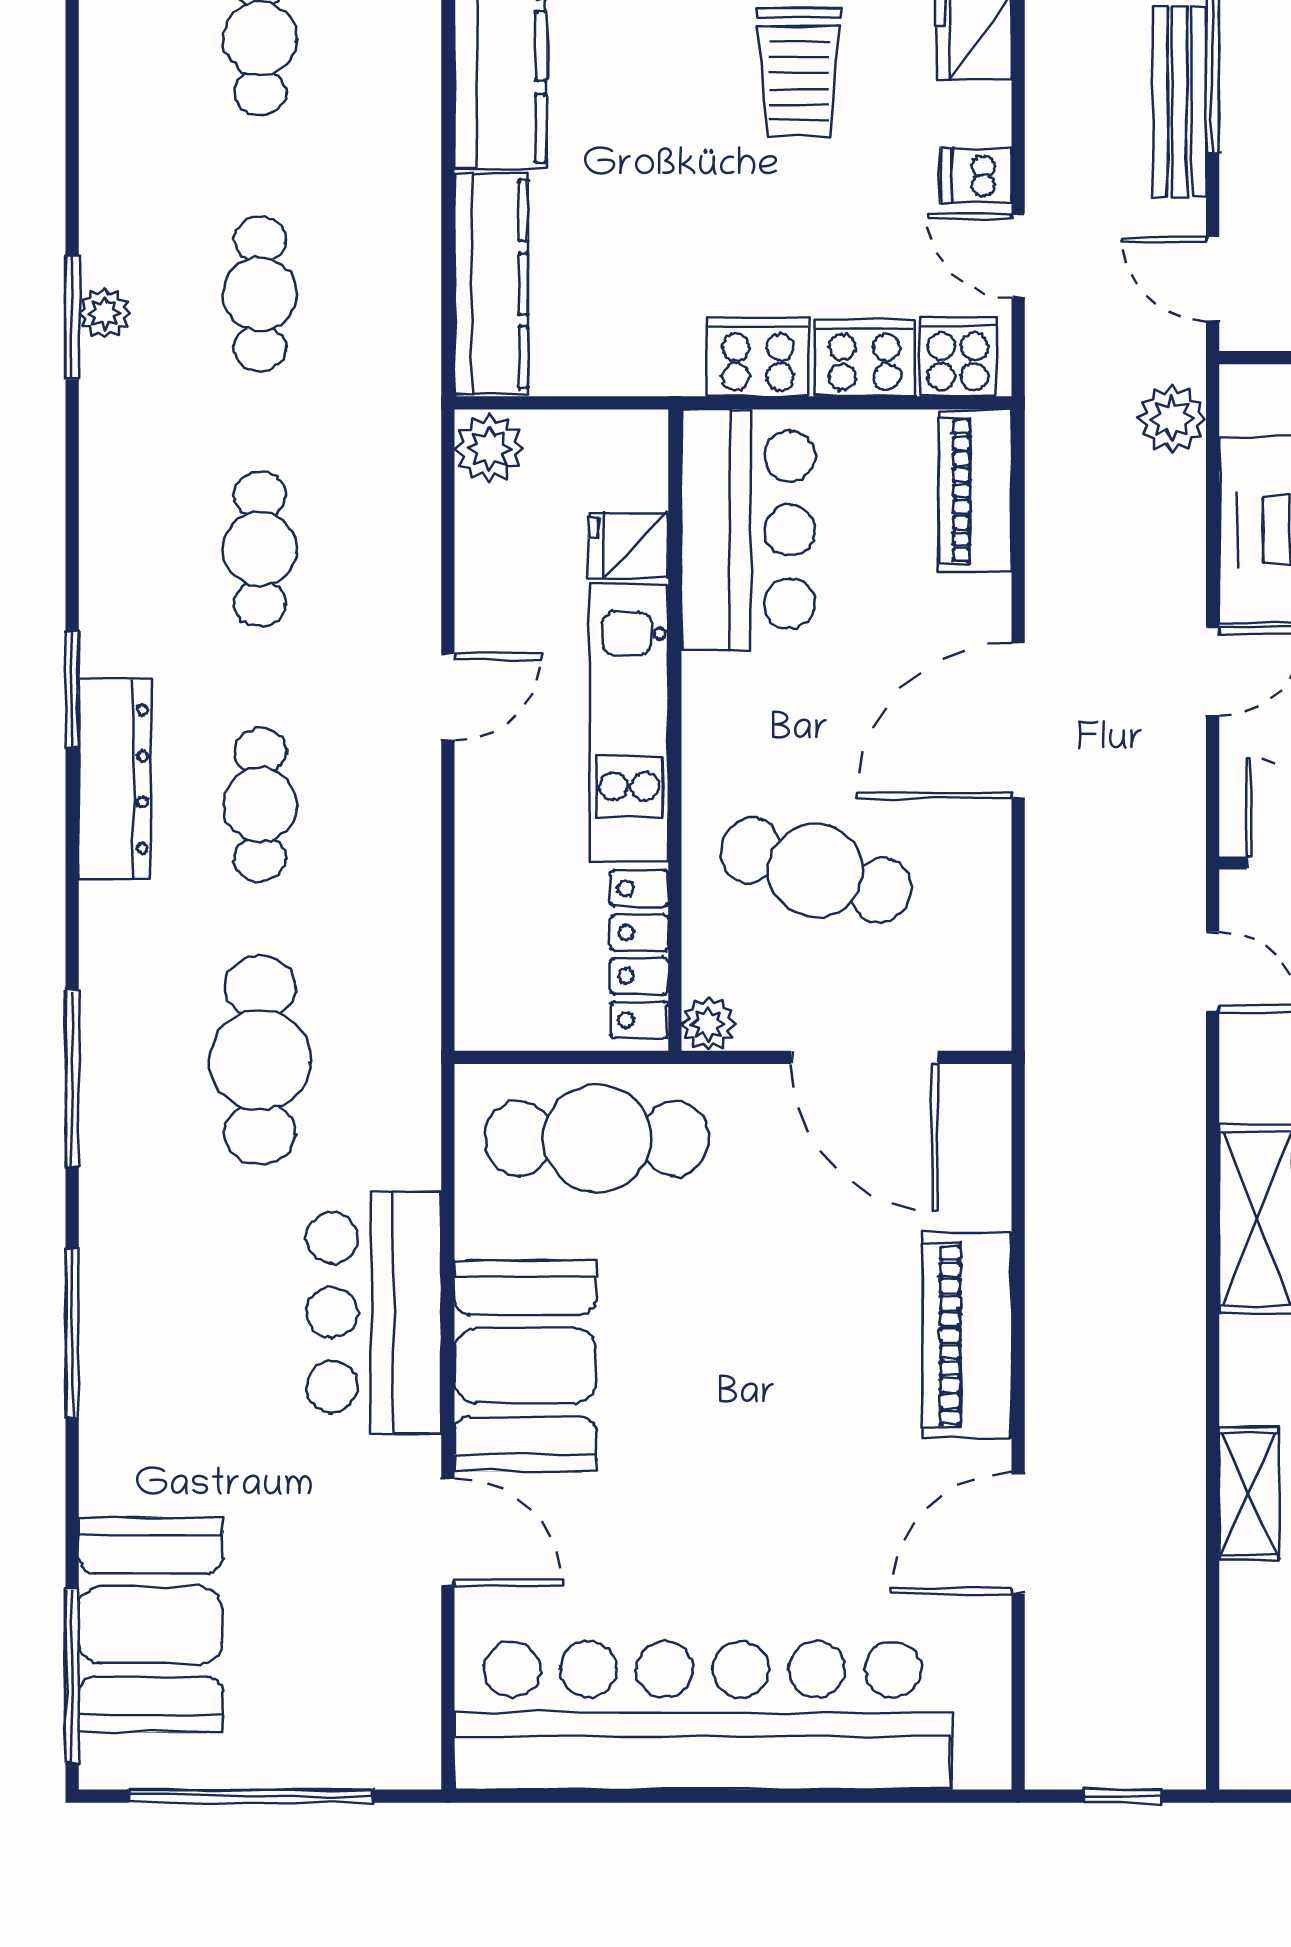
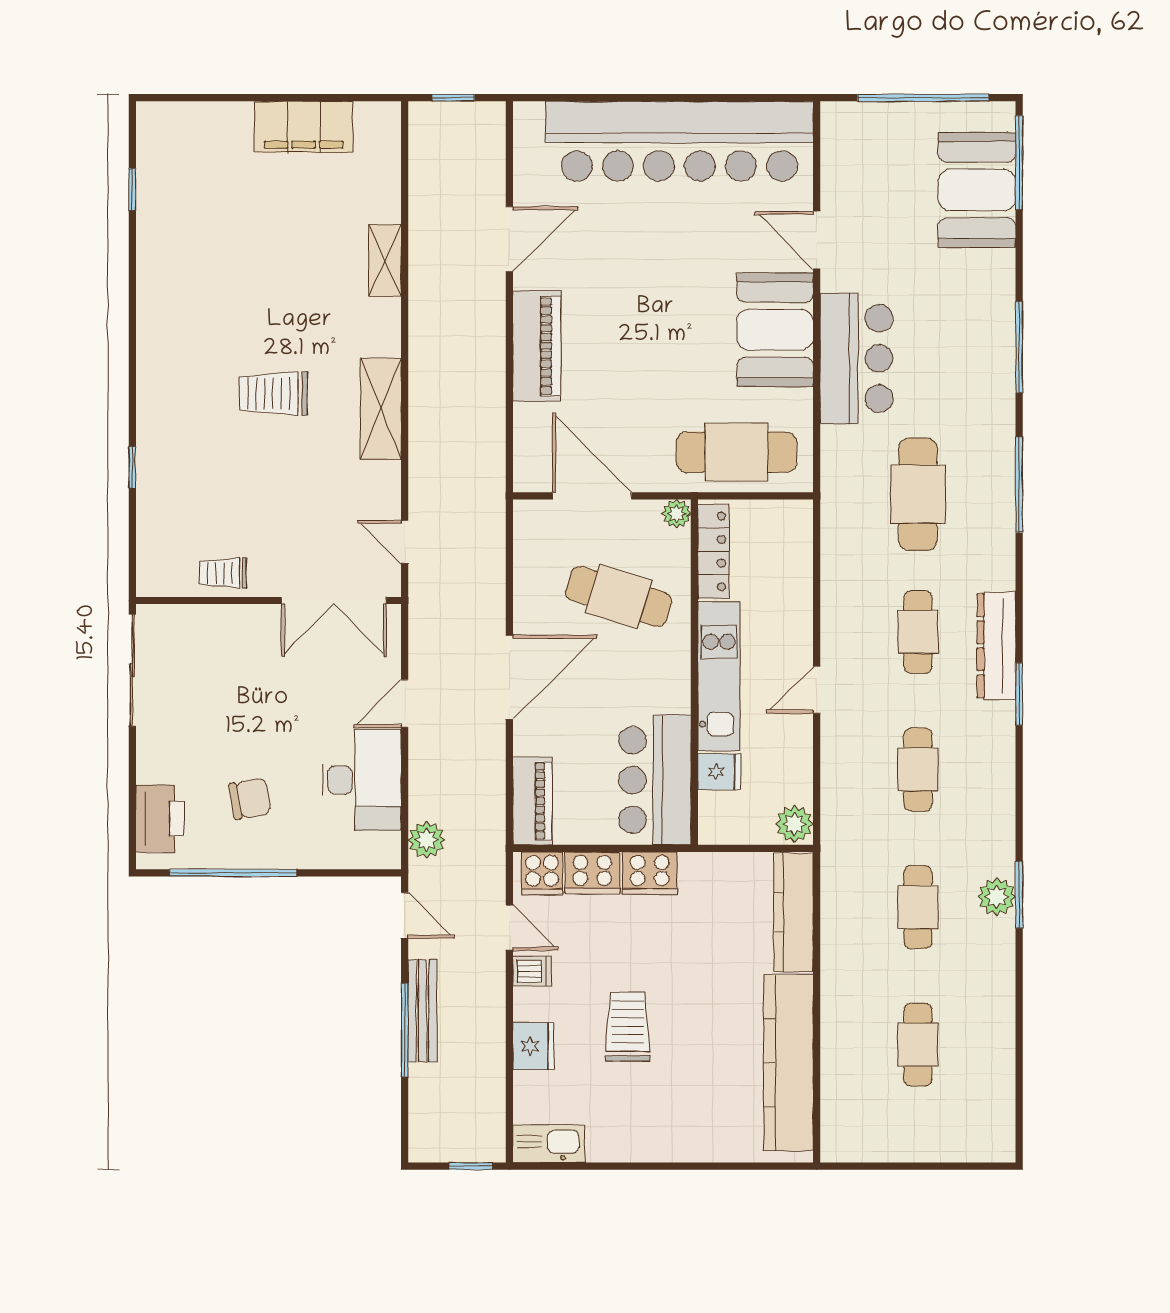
plant: (104, 313) -> (997, 897), width x1.38, depth x1.38

